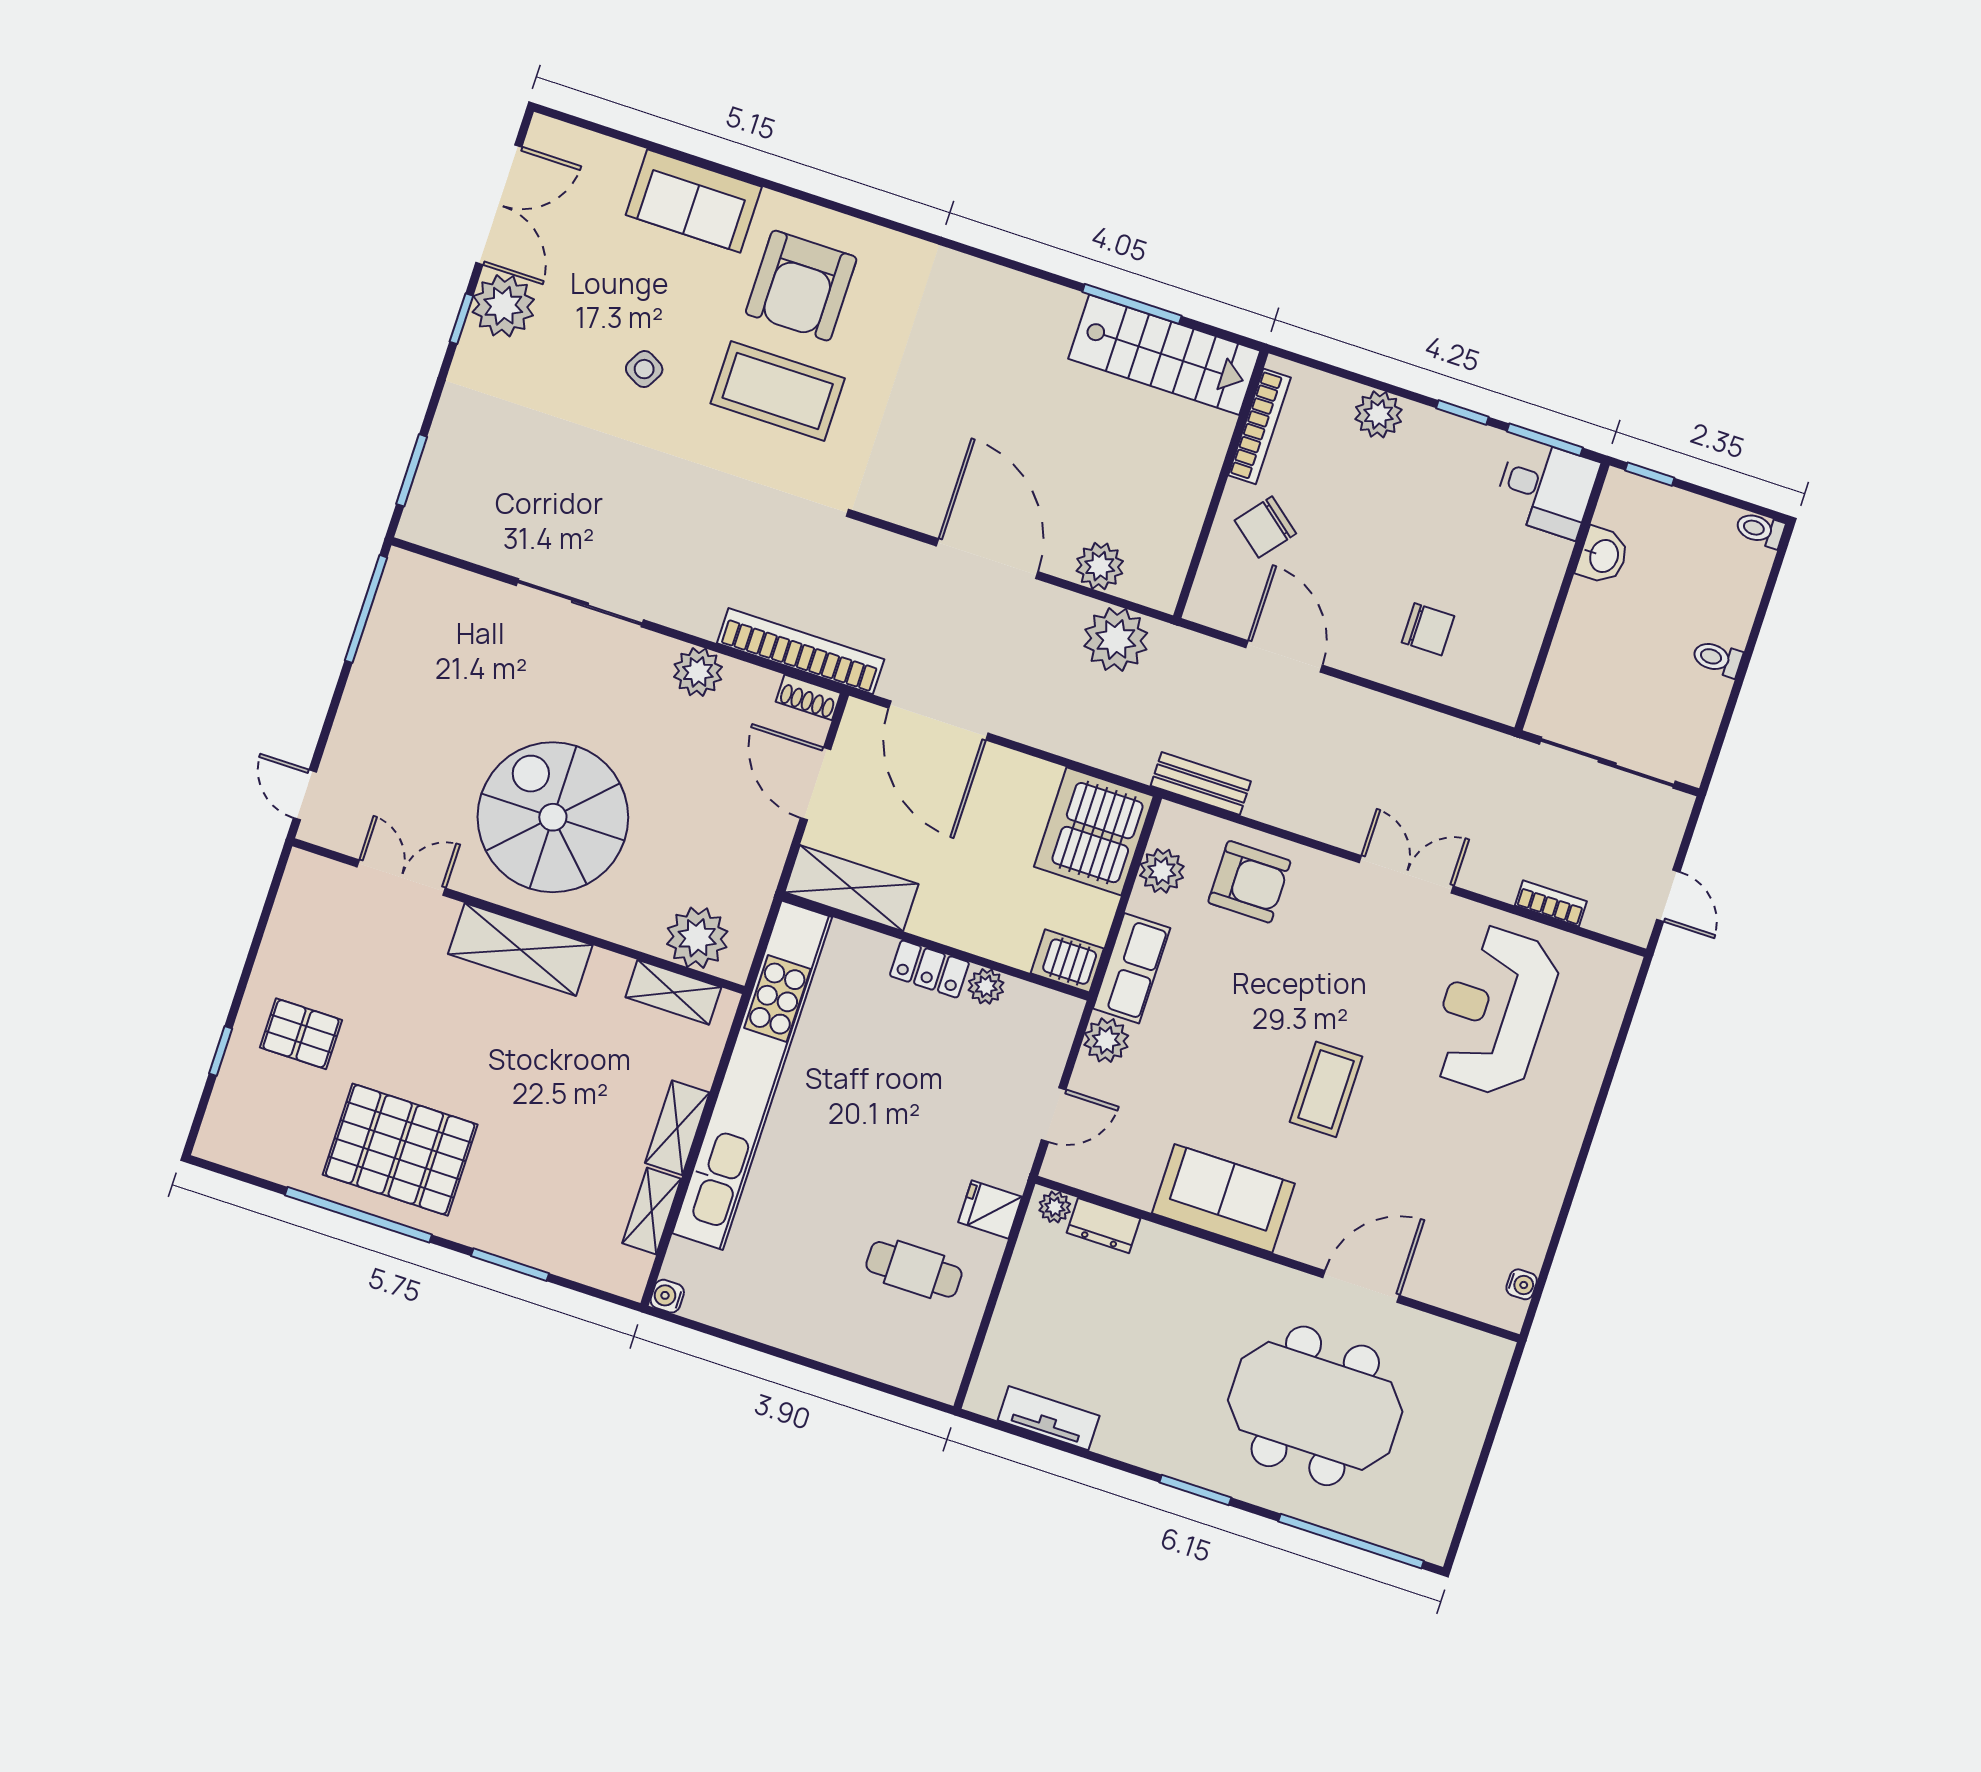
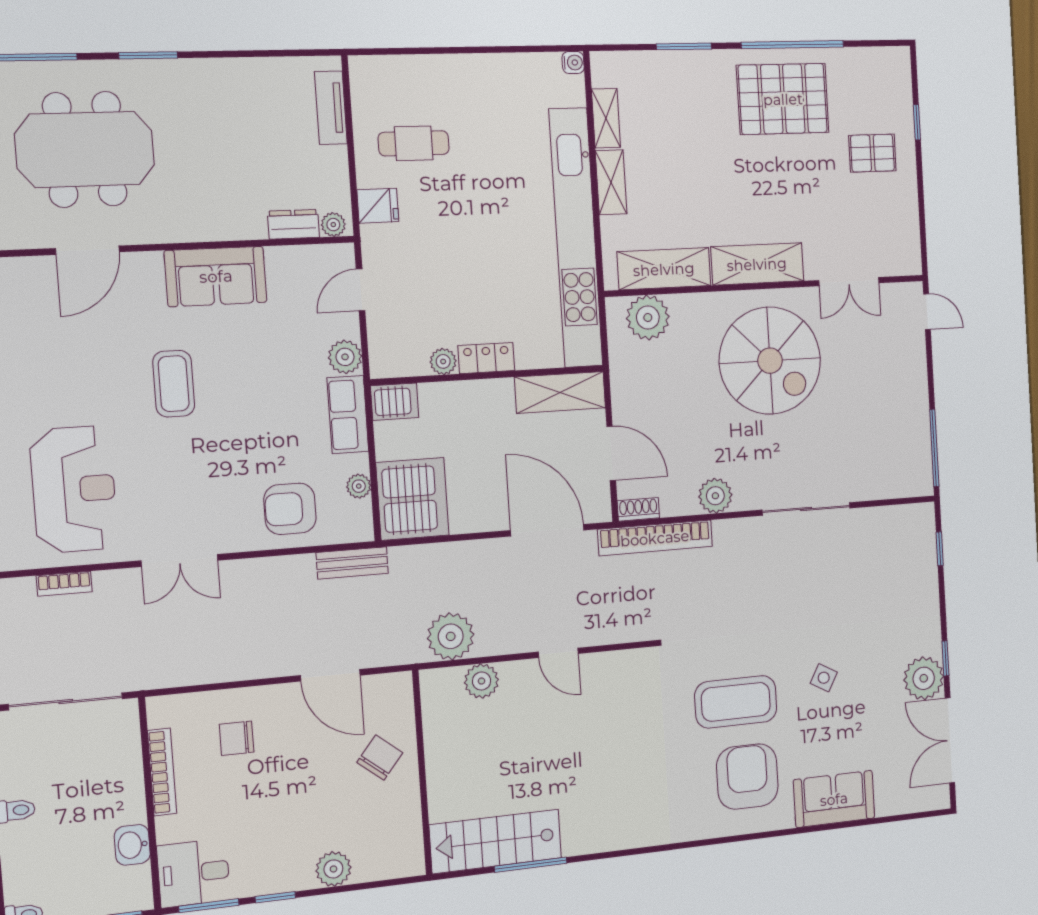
bookcase: (1260, 426) -> (162, 772), moved, turned 180
window: (412, 470) -> (940, 549), width x0.67
door: (987, 559) -> (558, 653), width x0.53
plant: (1162, 871) -> (359, 486), width x0.73, depth x0.73
shelving: (673, 992) -> (664, 269), width x1.50, depth x1.33
tv unit: (1049, 1418) -> (331, 108), moved, turned 90

